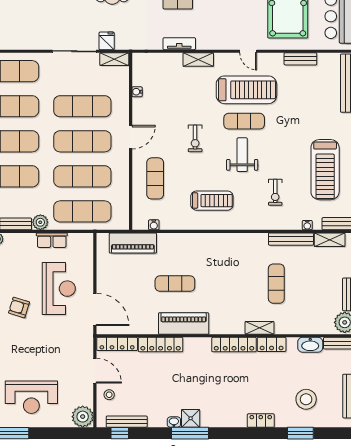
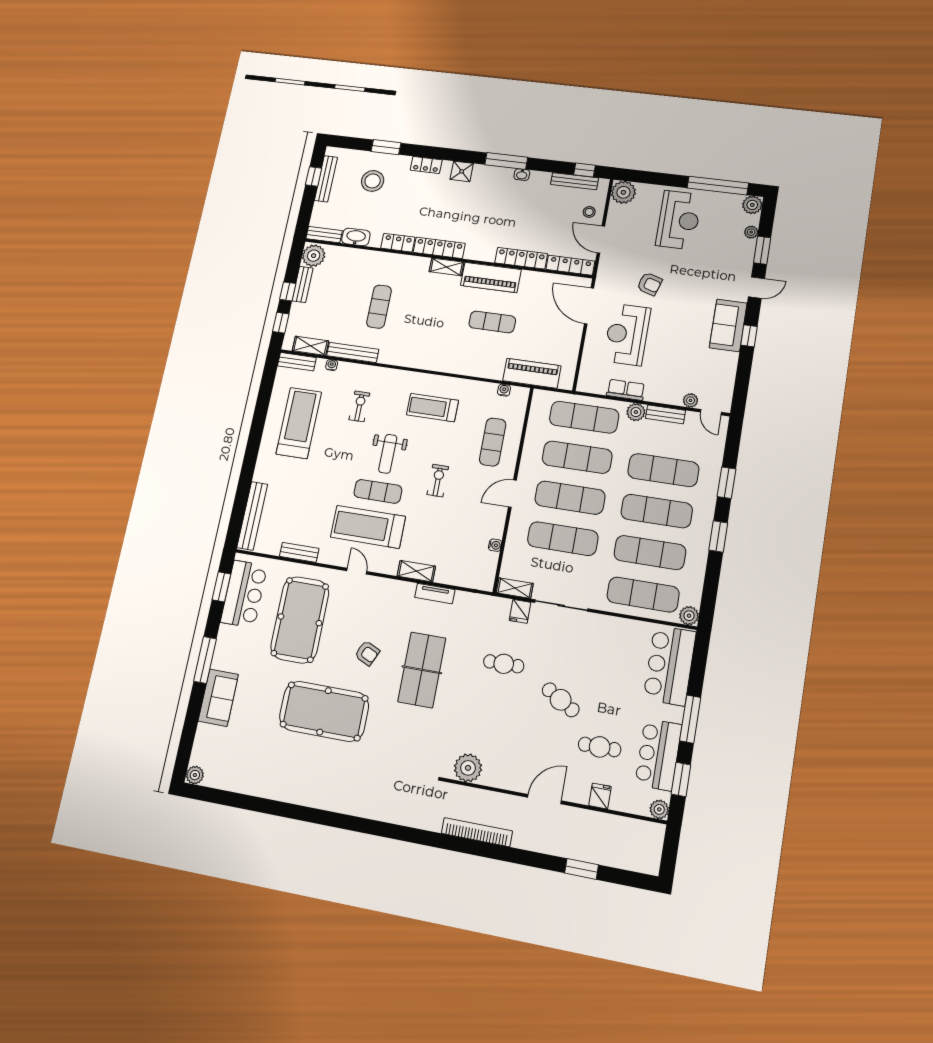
armchair: (19, 307) -> (650, 284), moved
shelving: (260, 328) -> (447, 267), moved
reception desk: (31, 397) -> (679, 220), turned 90
shower: (191, 418) -> (462, 171), moved

